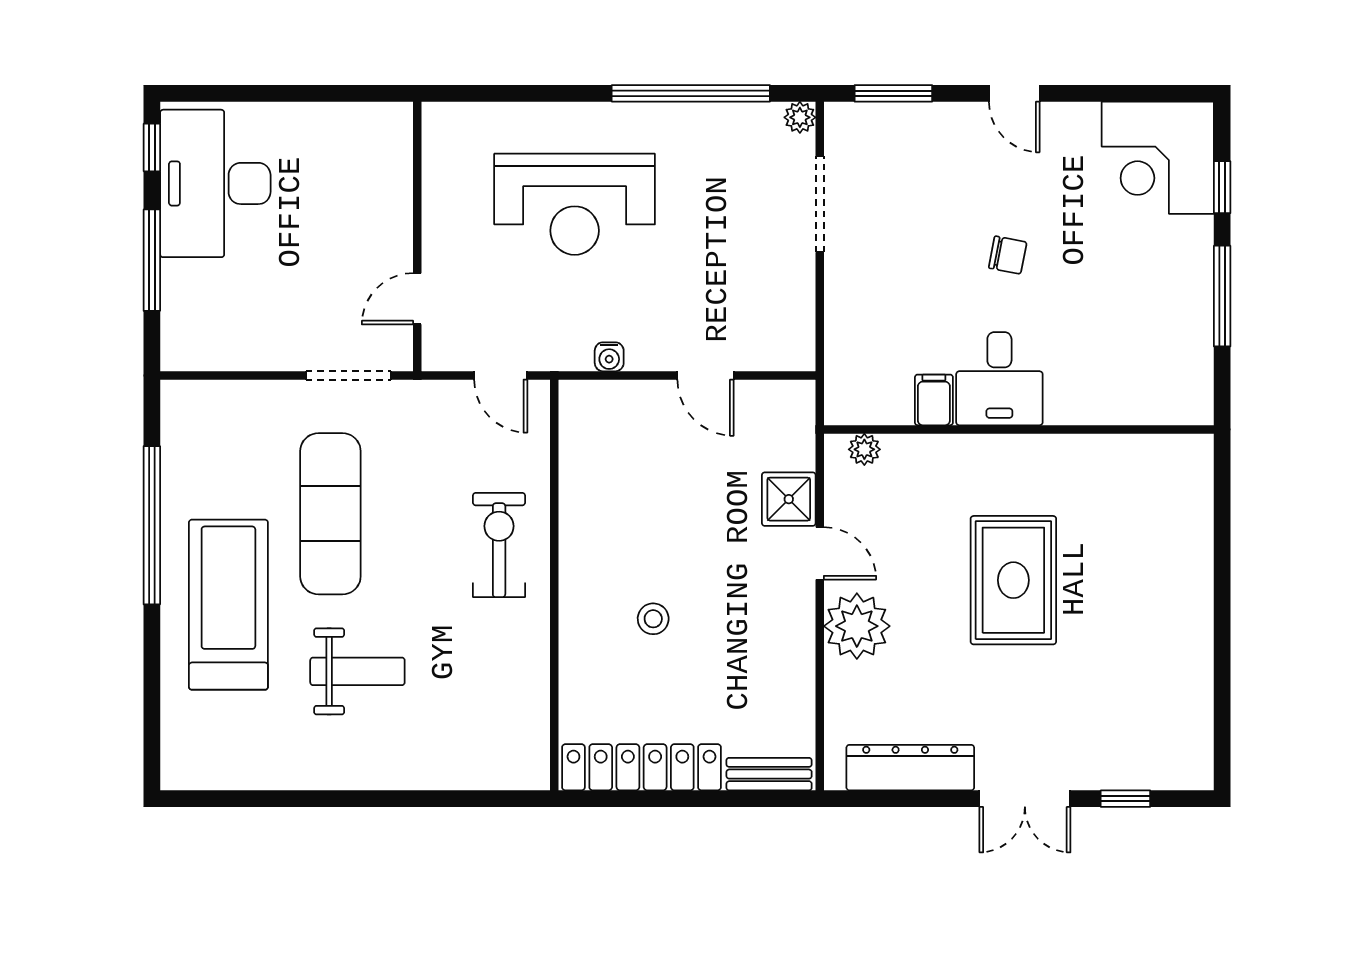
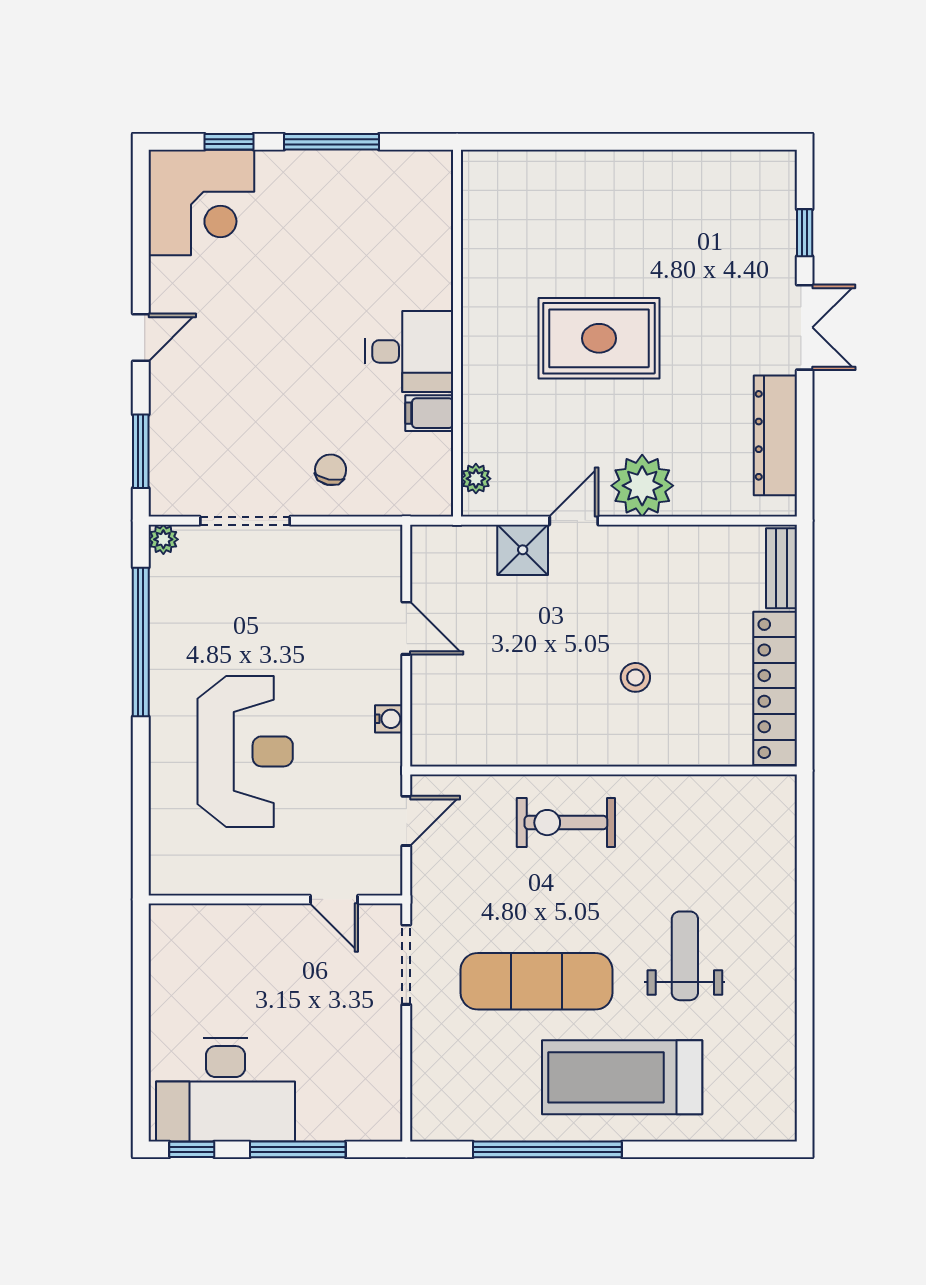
chair: (1008, 255) -> (331, 470), moved
door: (706, 375) -> (406, 628), hinge flipped

